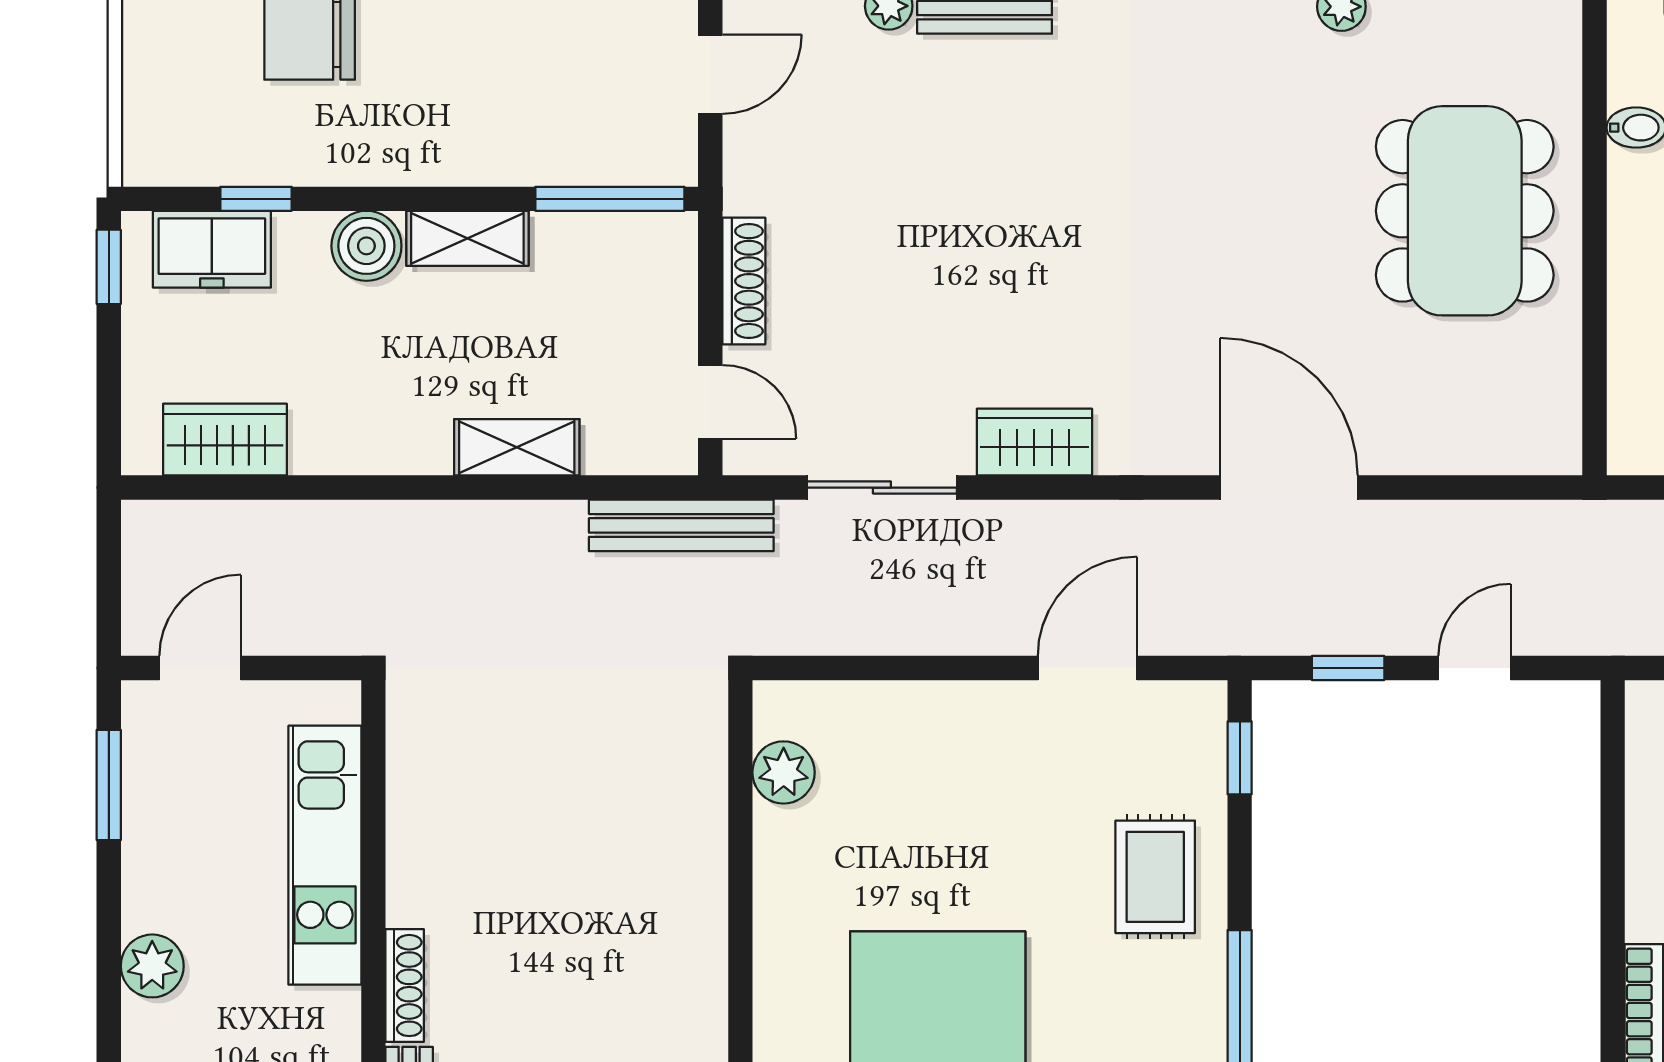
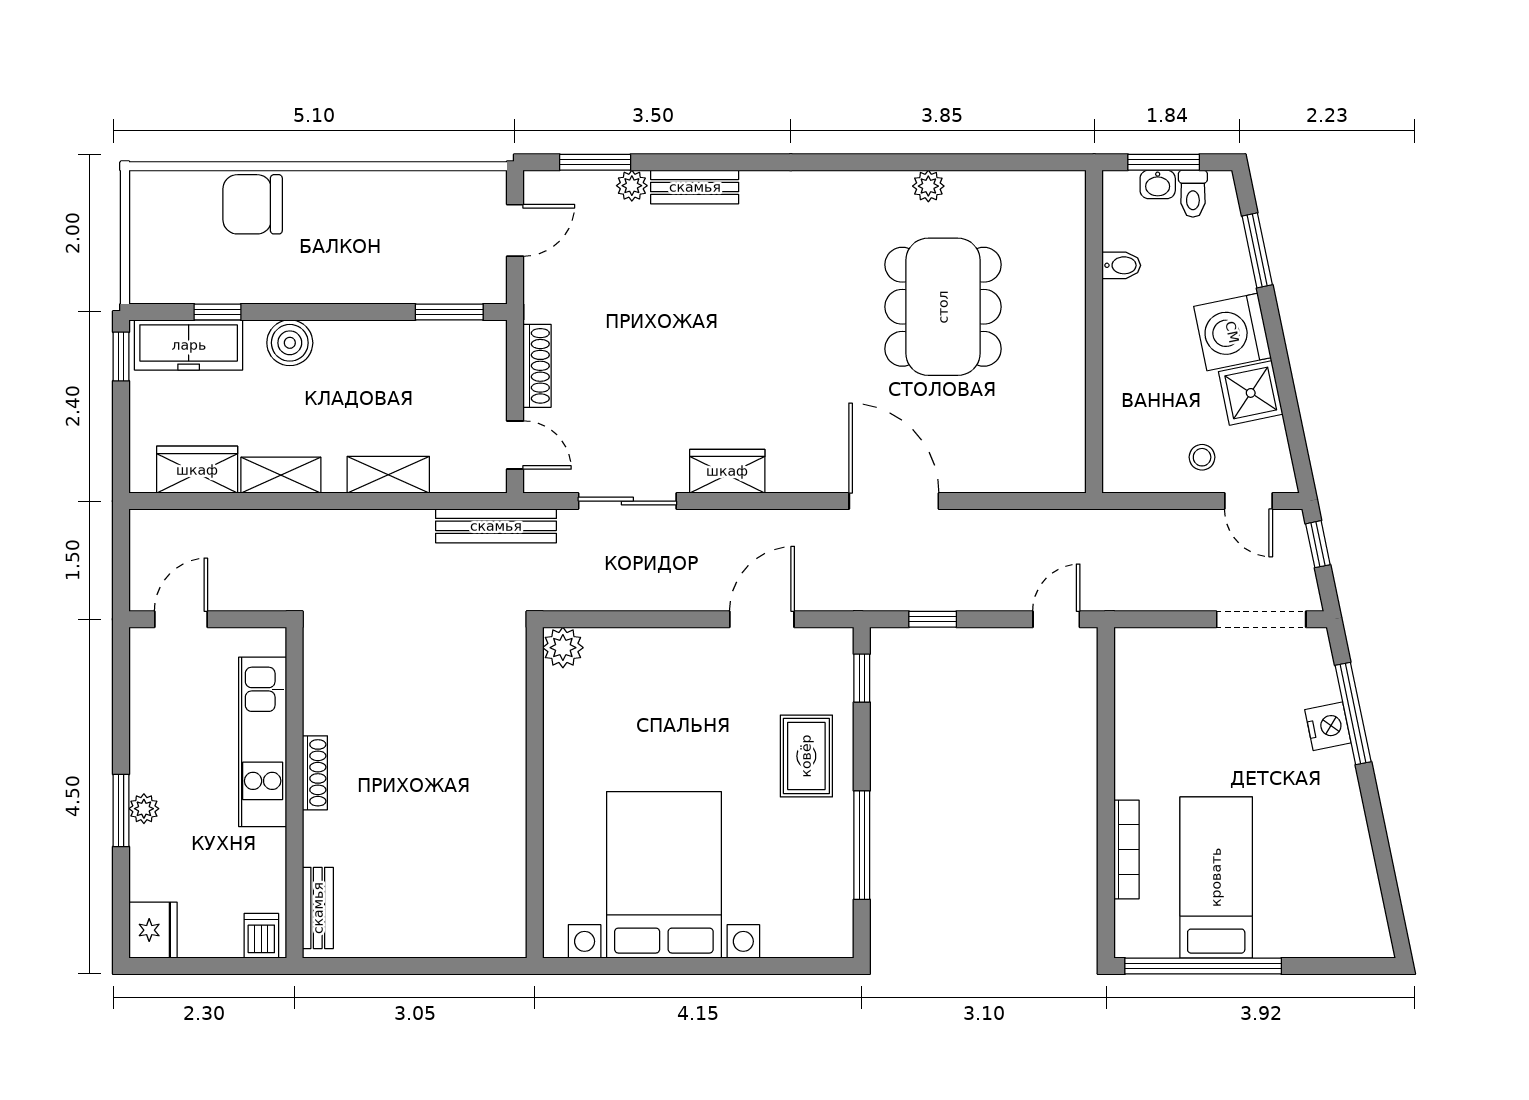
window: (610, 199) -> (449, 312), width x0.69
dining table: (1465, 211) -> (943, 307), moved
shelving: (467, 238) -> (281, 475), moved
freezer: (212, 249) -> (189, 345), width x1.40
door: (1474, 668) -> (1056, 619), moved
plant: (784, 772) -> (563, 648), moved
window: (109, 785) -> (121, 810), moved
plant: (152, 966) -> (144, 809), width x0.73, depth x0.73
shoe rack: (405, 986) -> (315, 773), moved

